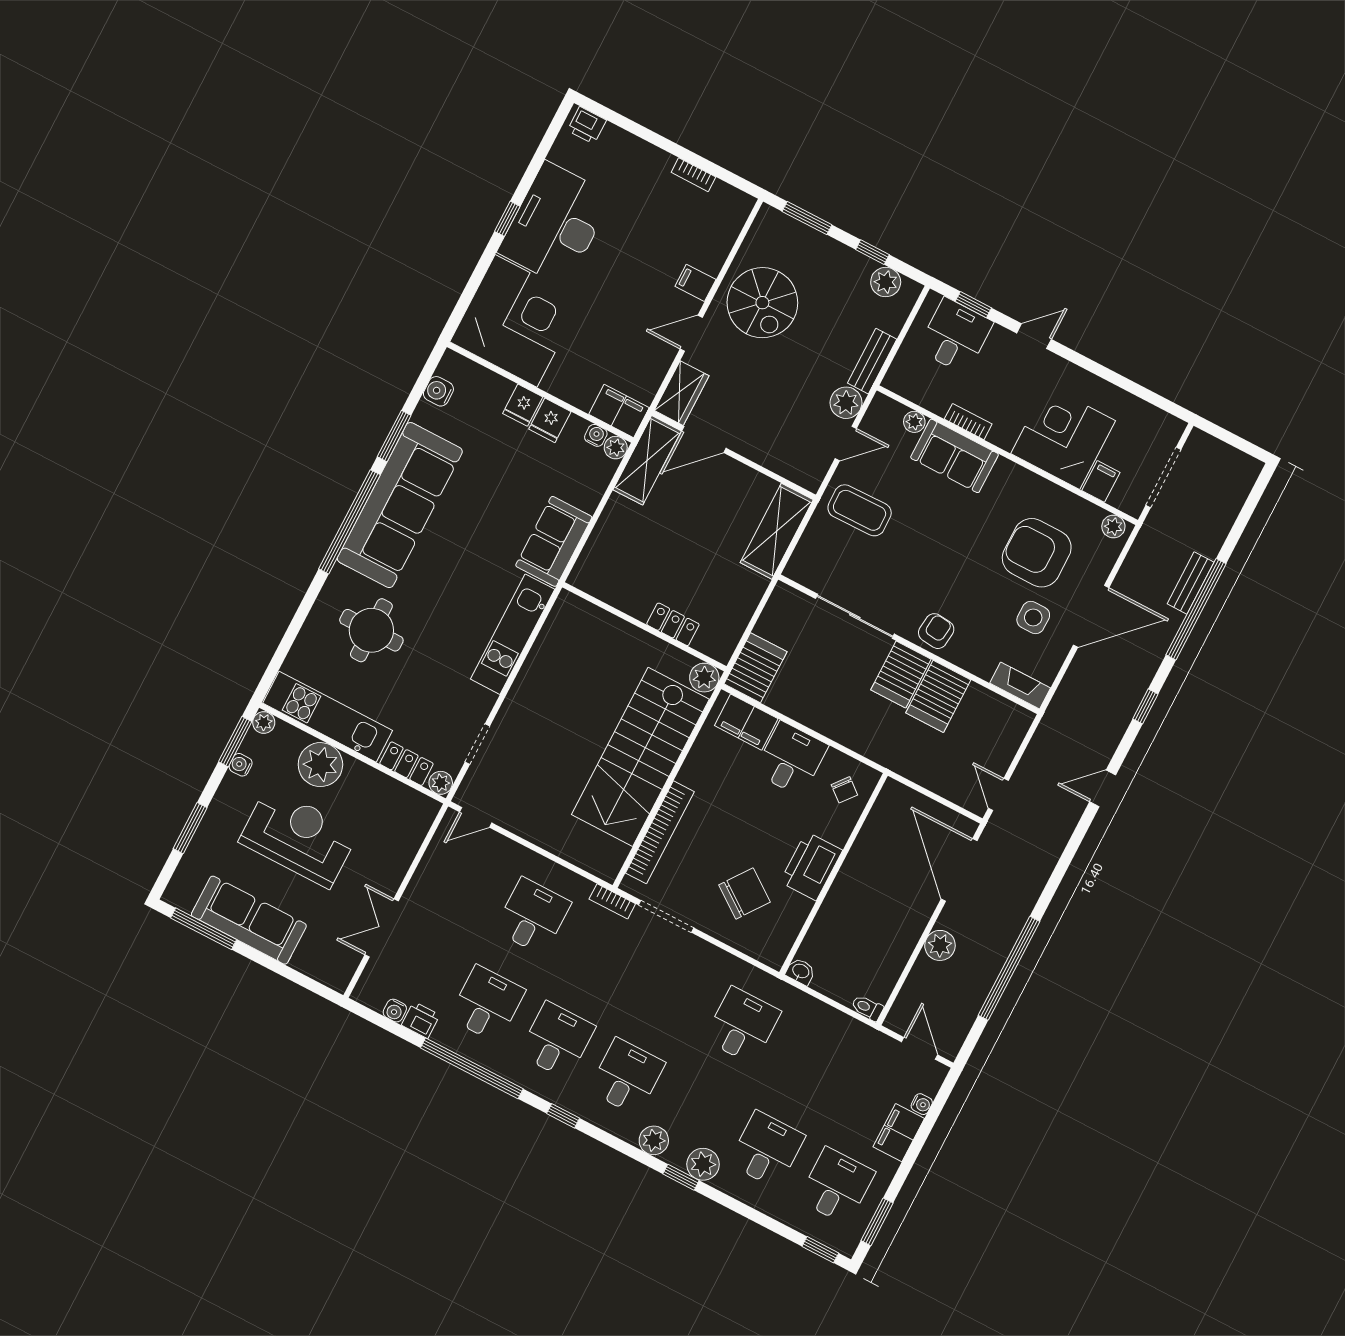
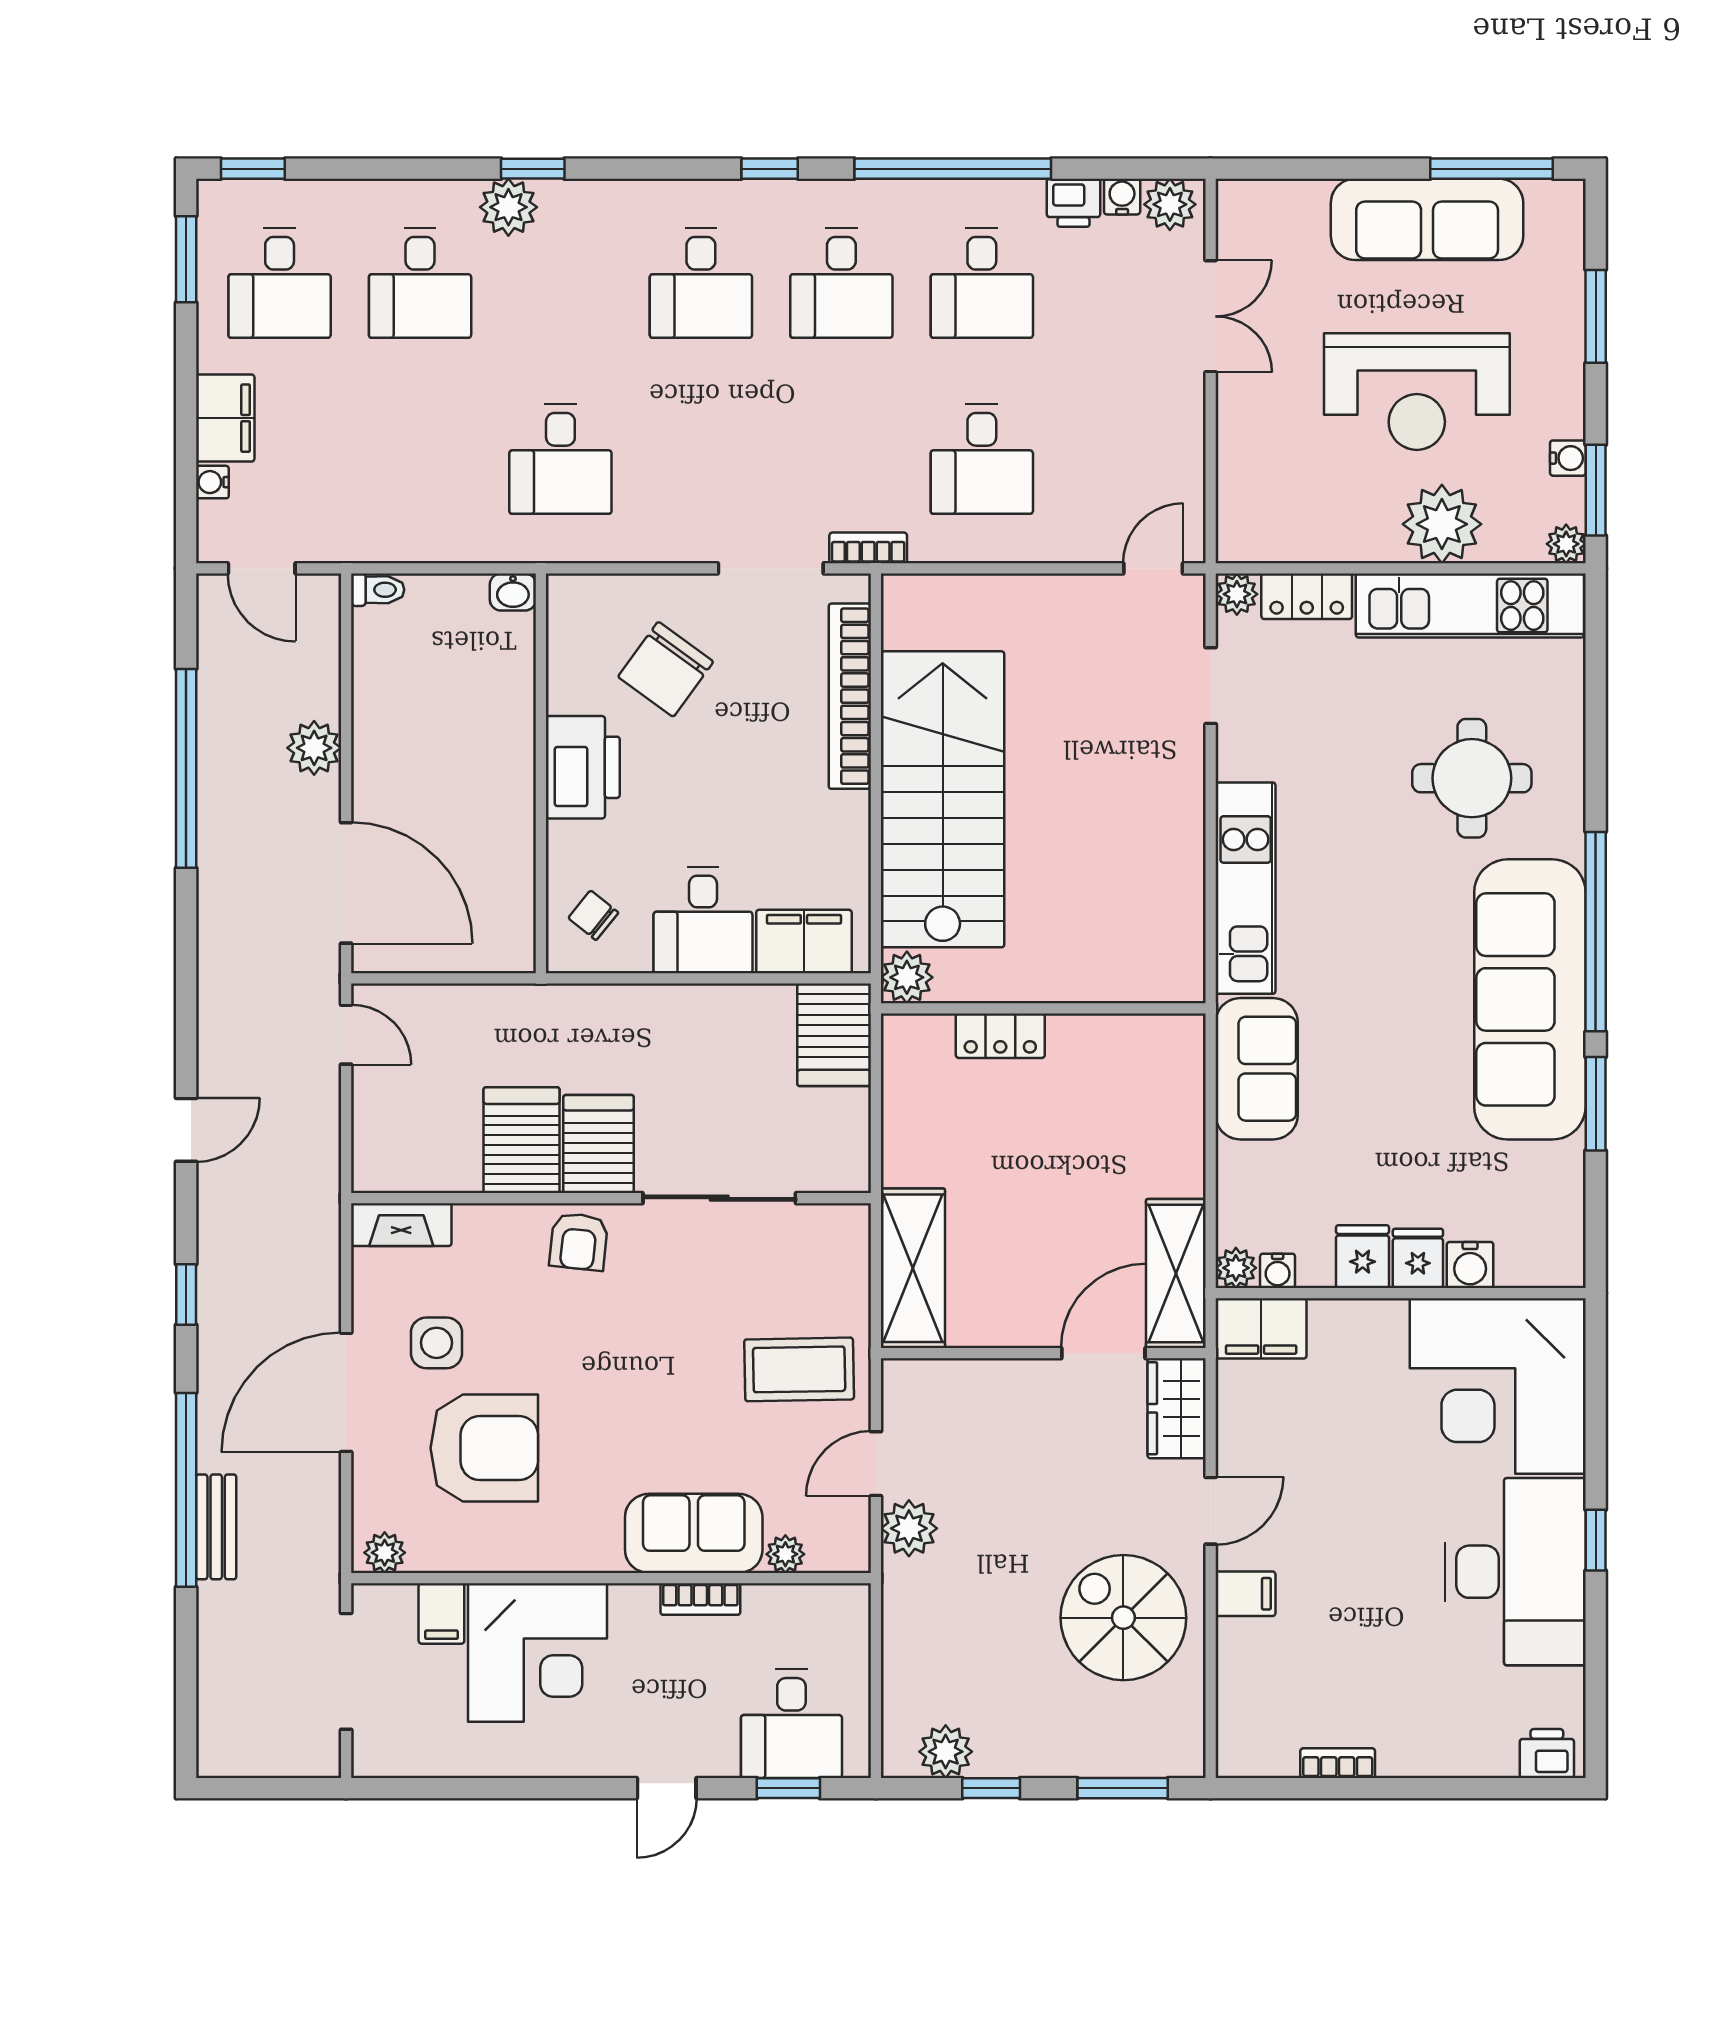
bench: (872, 361) -> (902, 1616), removed
water cooler: (438, 391) -> (1470, 1265), moved, turned 90
plant: (654, 1140) -> (1170, 204), moved

